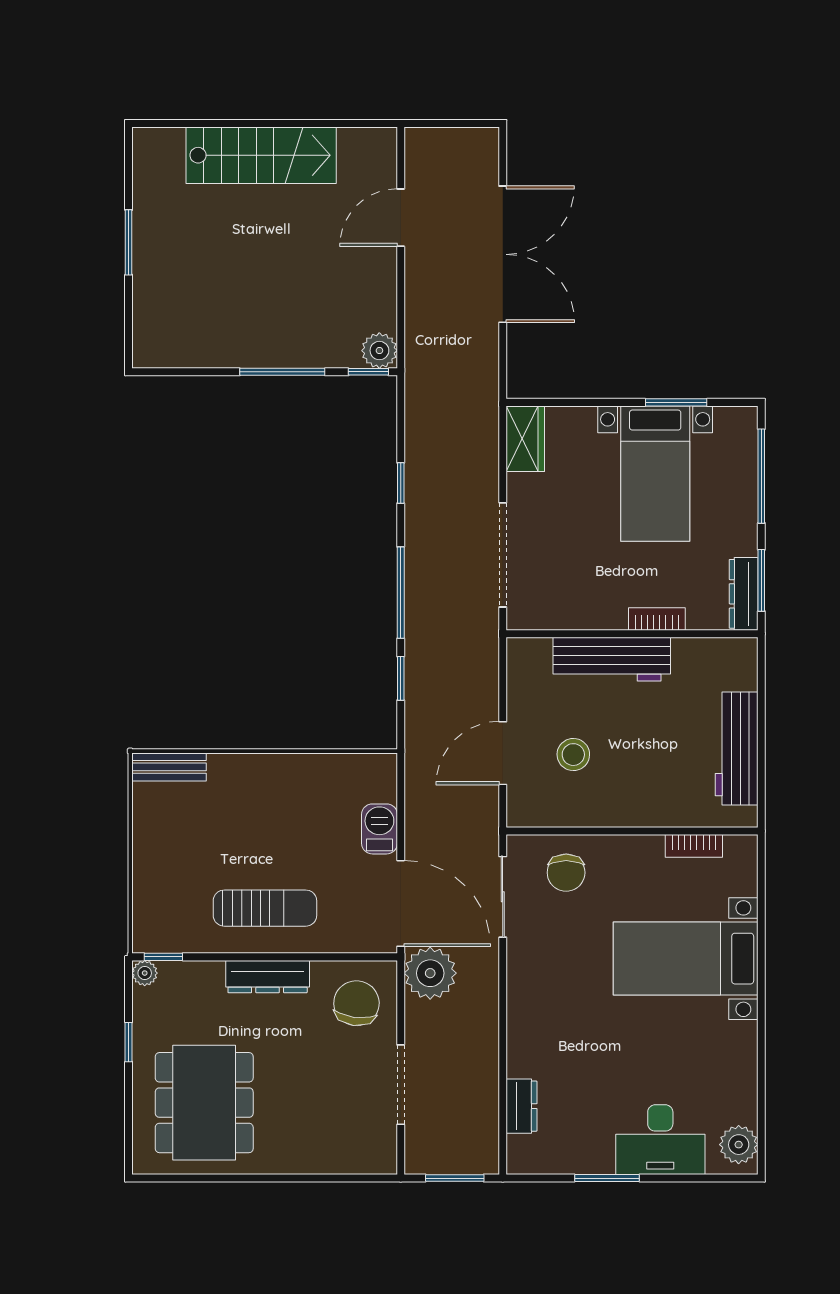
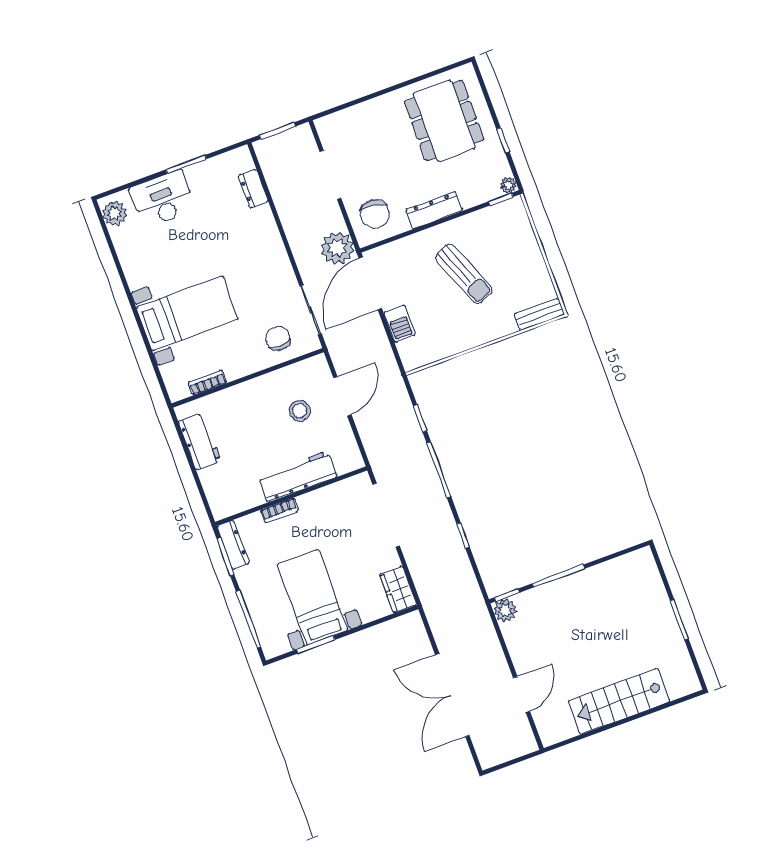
workbench: (737, 748) -> (200, 441), width x0.73
door: (401, 903) -> (370, 283), hinge flipped
sun lounger: (265, 908) -> (464, 274), moved, turned -112

